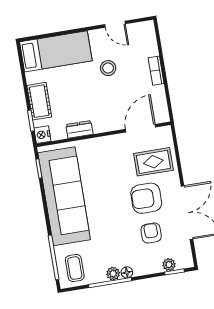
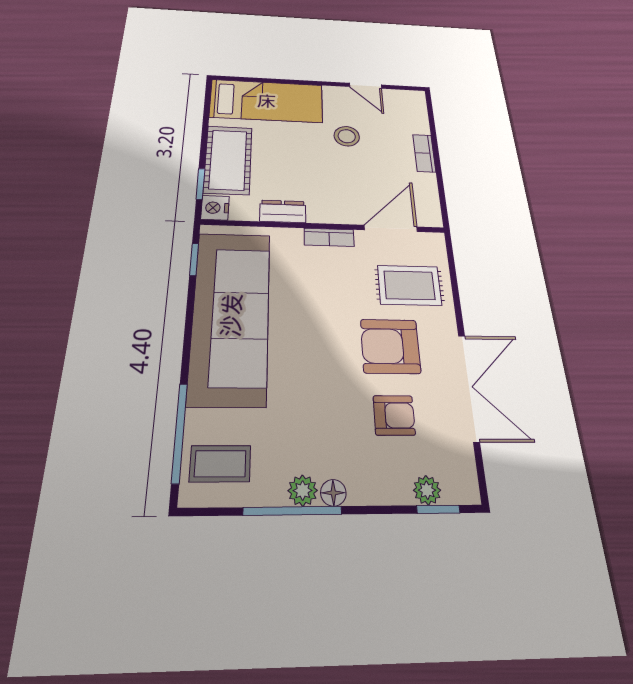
cot: (39, 101) -> (228, 160), width x1.37, depth x1.34
bookcase: (107, 141) -> (329, 237), added
armchair: (151, 233) -> (394, 415), turned 90
coffee table: (75, 268) -> (220, 464), turned 90

